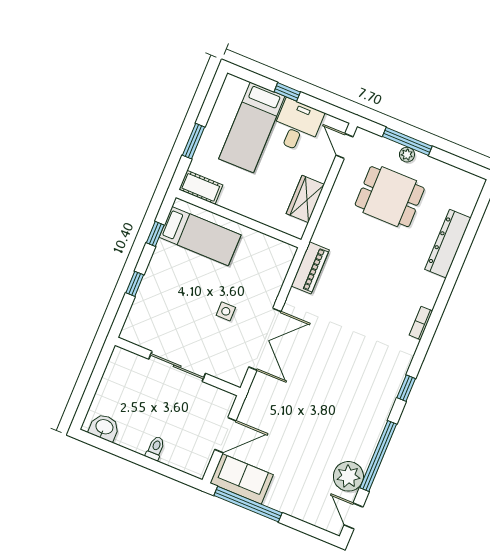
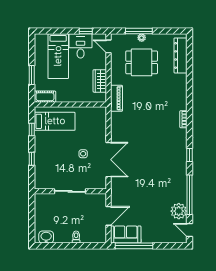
window: (287, 92) -> (86, 31), moved
dresser: (448, 244) -> (181, 55), moved
piano: (310, 268) -> (116, 98), moved

